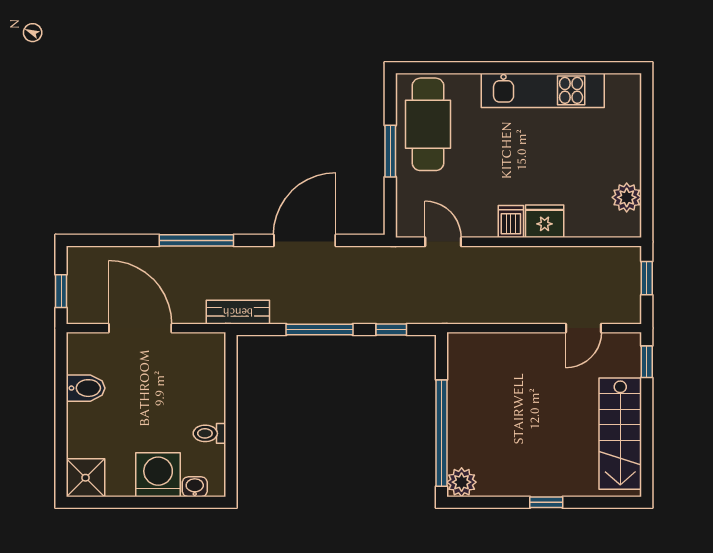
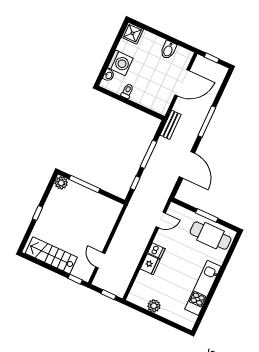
plant: (627, 197) -> (154, 306), moved
window: (442, 433) -> (84, 184), width x0.68

